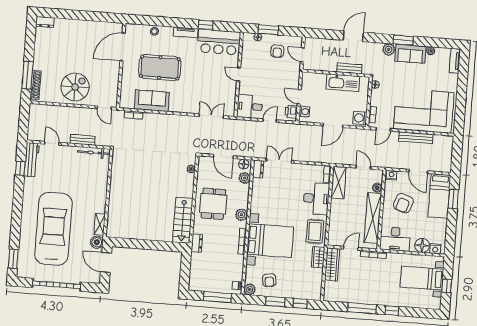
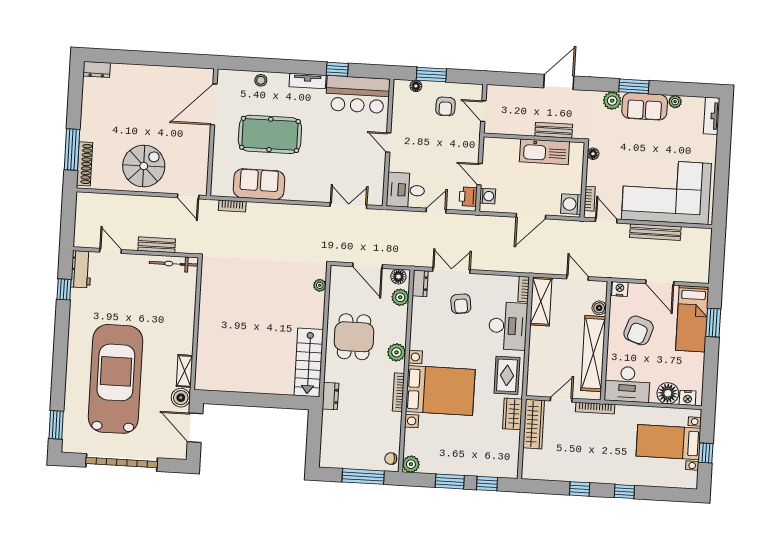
door: (383, 129) -> (606, 220), swing flipped
workbench: (32, 160) -> (81, 269), width x0.73
armchair: (269, 280) -> (461, 304), moved
window: (362, 308) -> (580, 489), width x0.46

